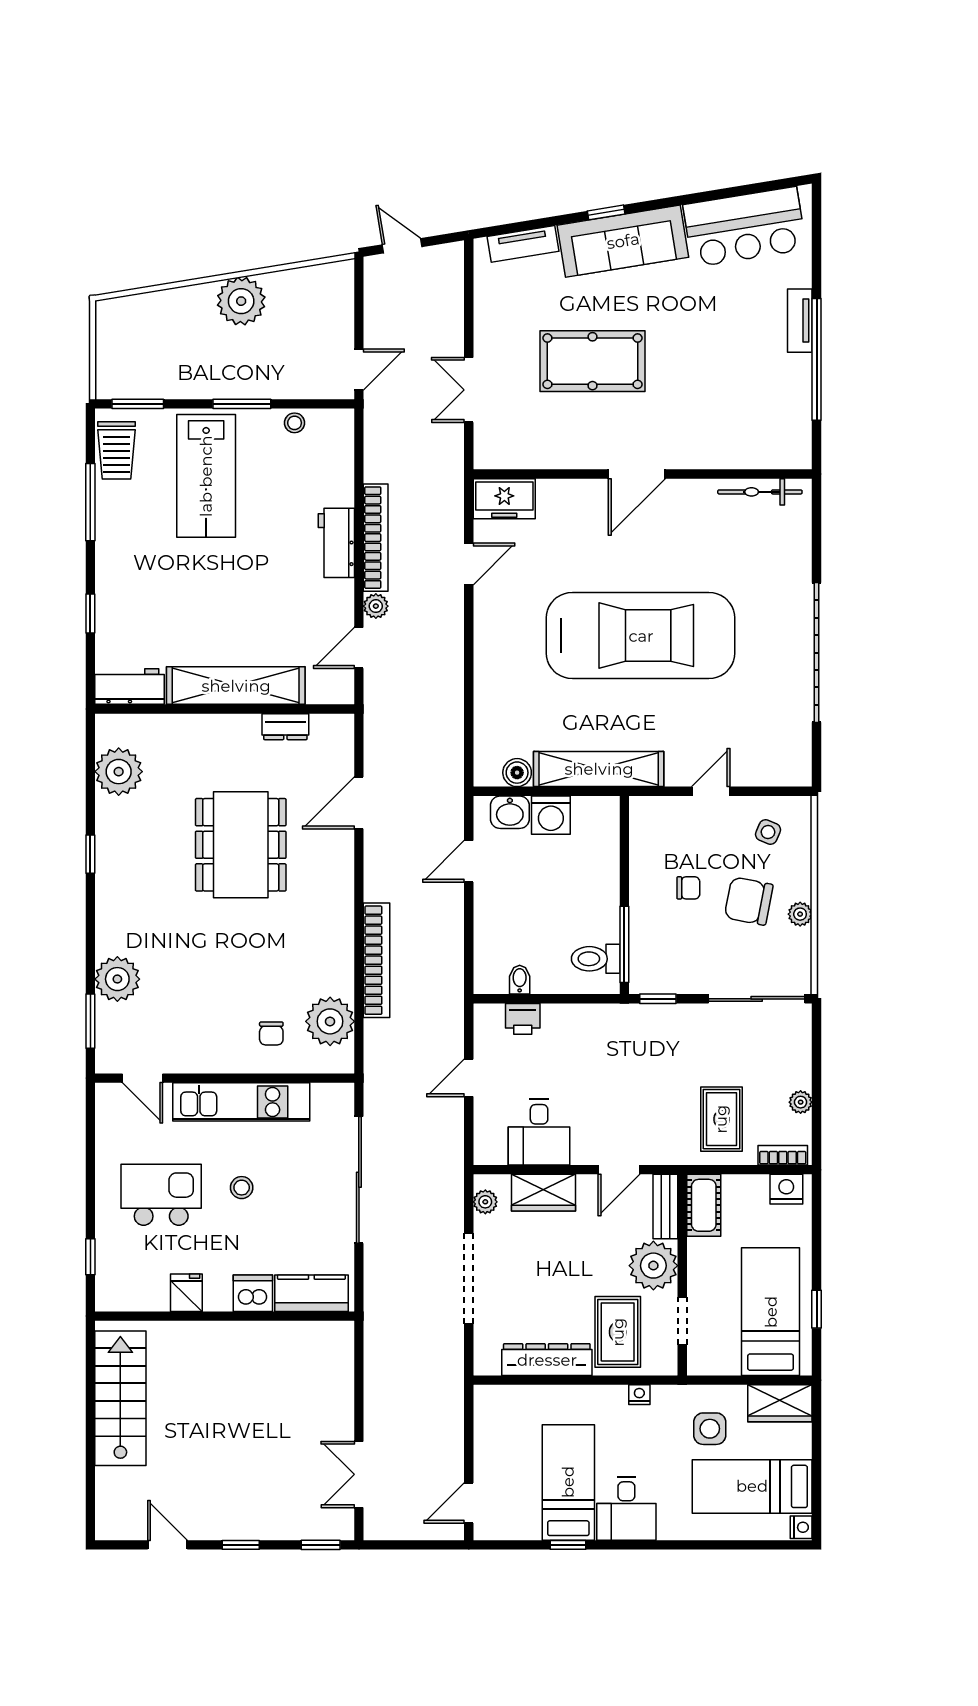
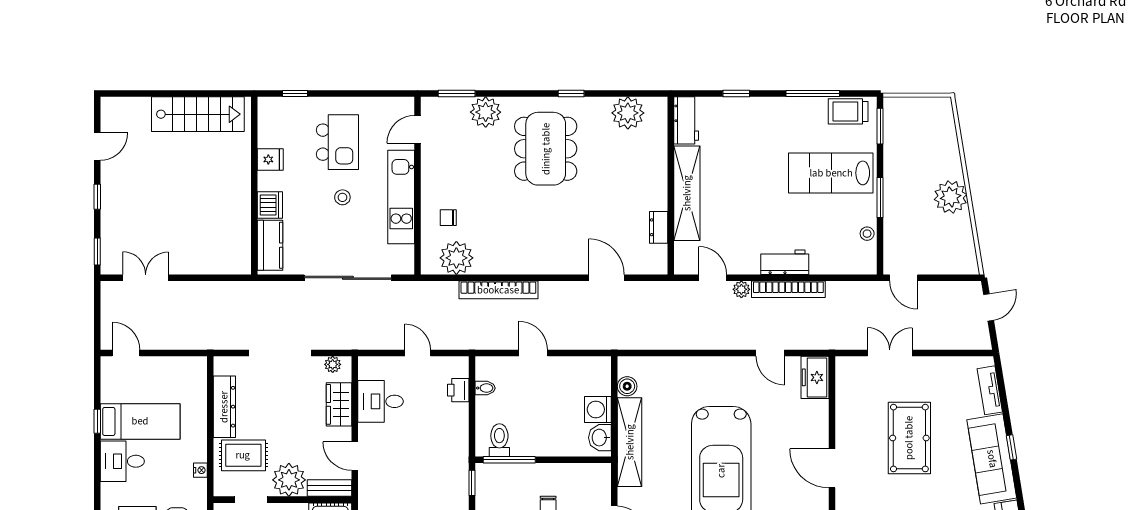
washbasin: (510, 812) -> (600, 438), moved
dining table: (241, 845) -> (546, 149), moved, turned 90
door: (469, 861) -> (533, 353), moved

